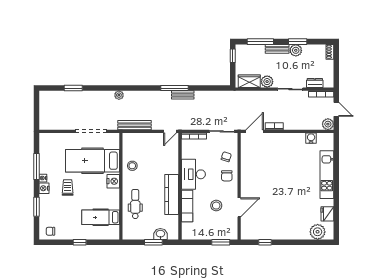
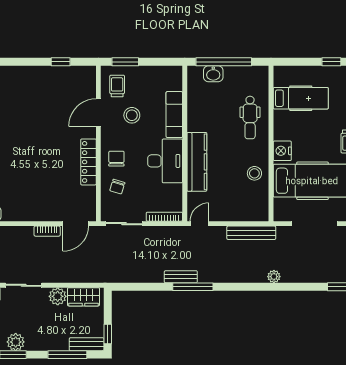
bench: (277, 49) -> (87, 344), moved
locker: (246, 174) -> (88, 162), added
kitchen counter: (172, 195) -> (197, 162), moved
trolley: (226, 226) -> (117, 86), added
window: (153, 242) -> (224, 62), width x2.11

